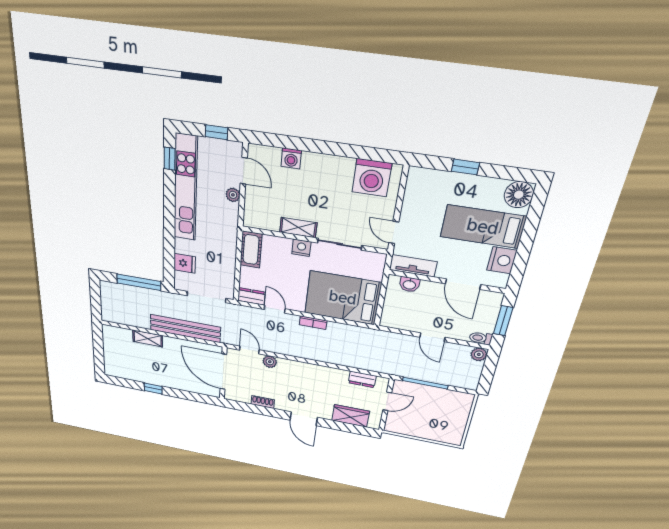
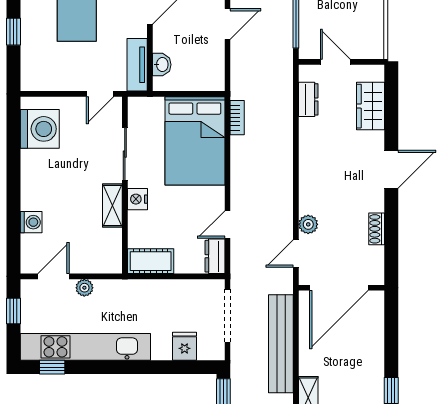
bookcase: (313, 323) -> (237, 118), moved

